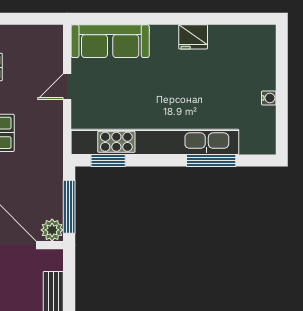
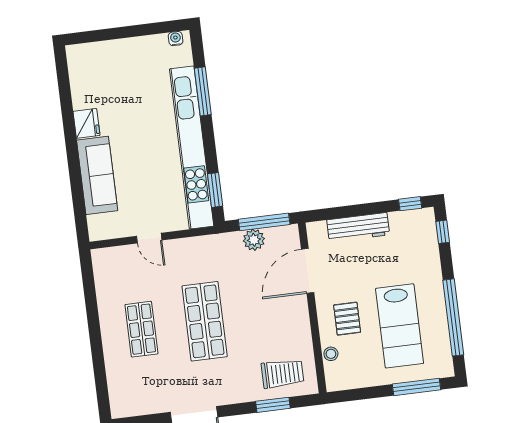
sofa: (110, 41) -> (97, 175), moved
water cooler: (269, 98) -> (176, 39), moved
plant: (52, 230) -> (254, 240), moved

